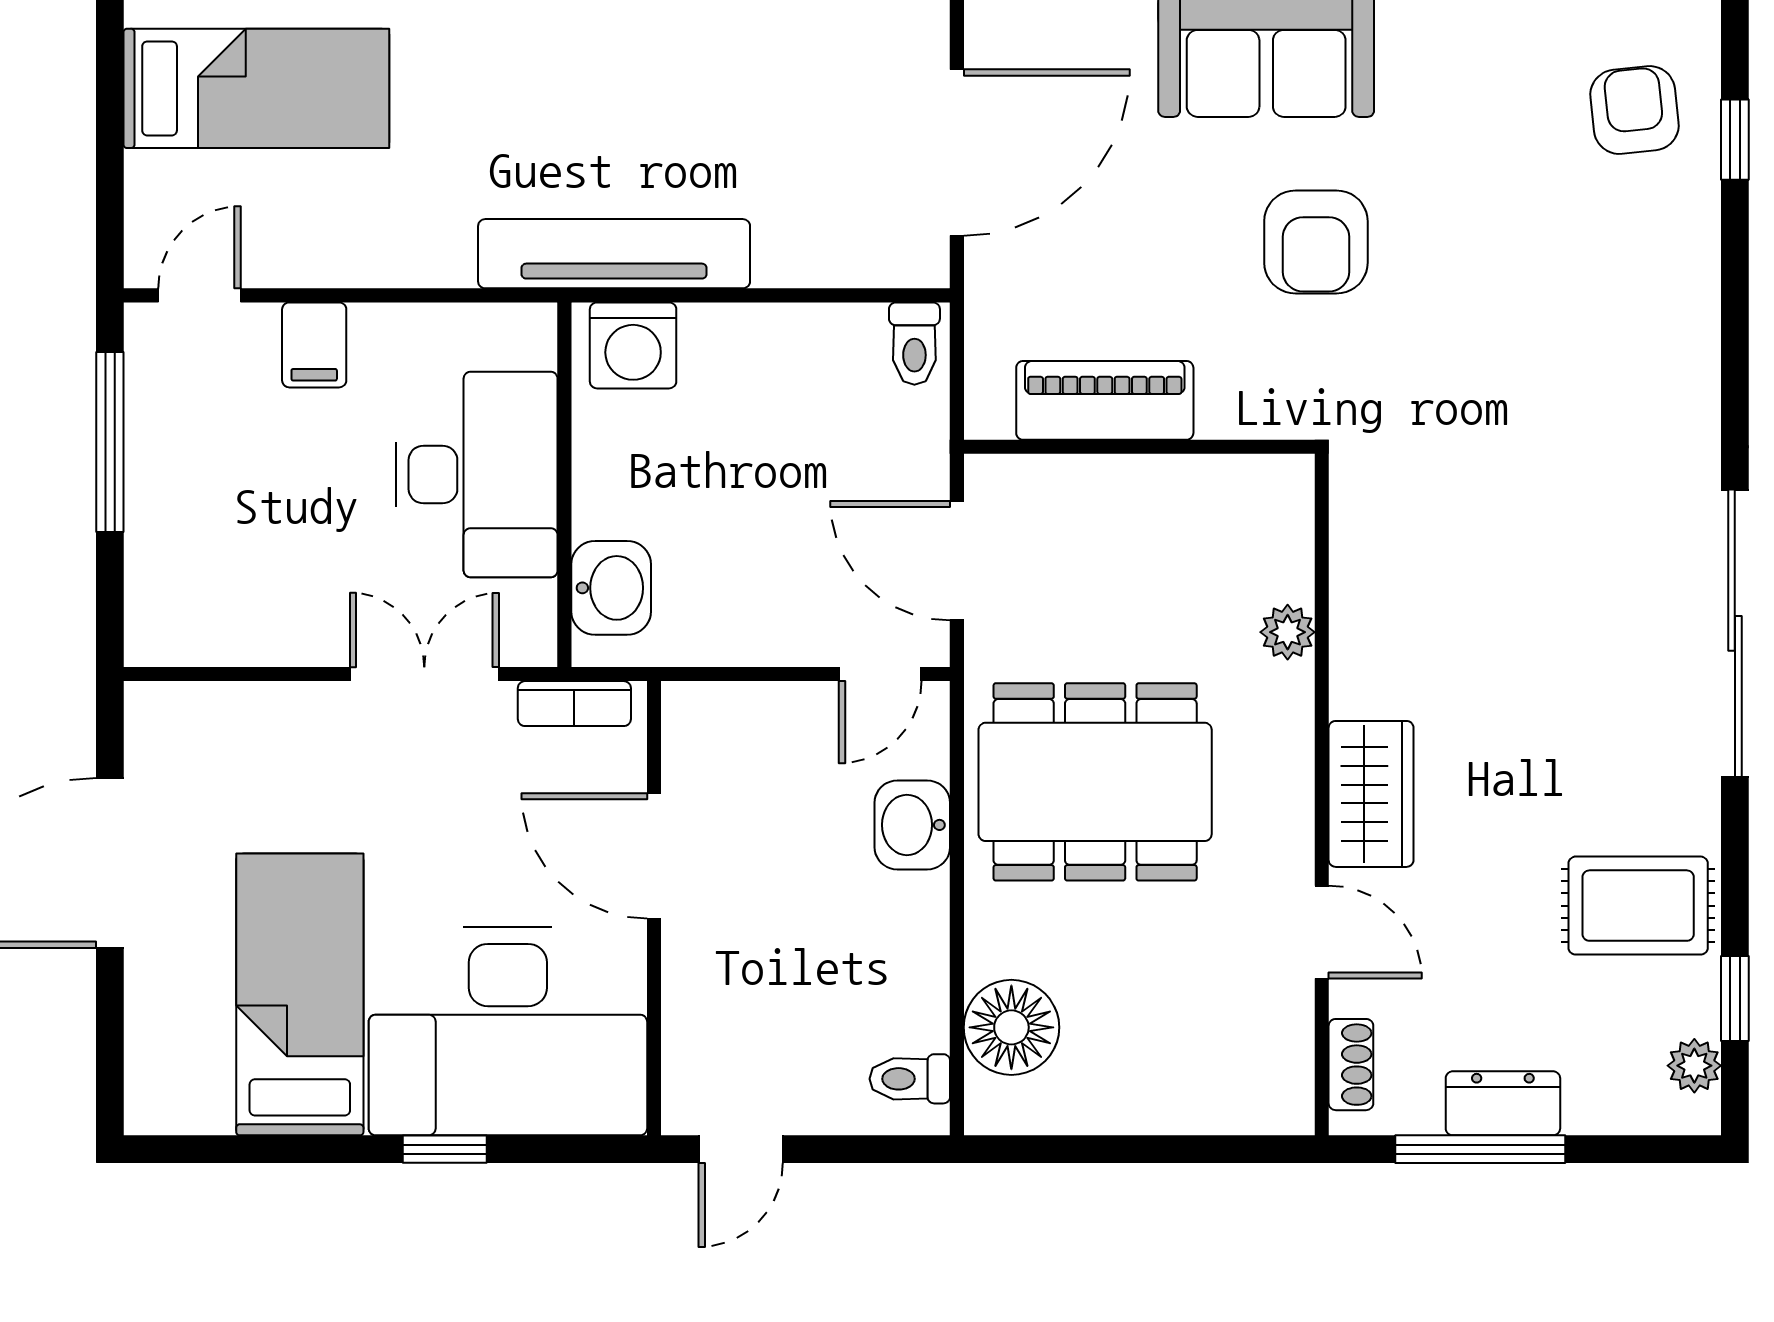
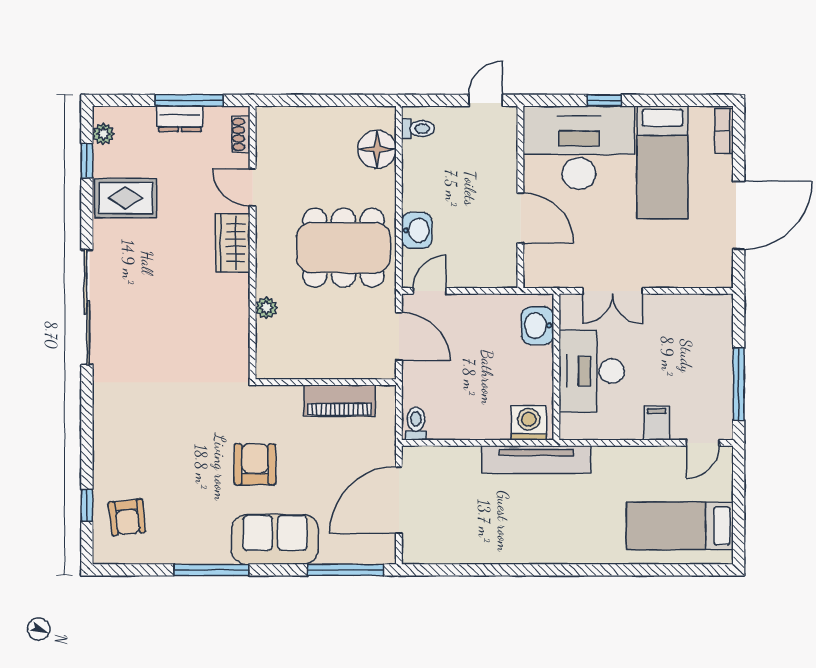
bookcase: (574, 704) -> (724, 131), moved, turned -90

